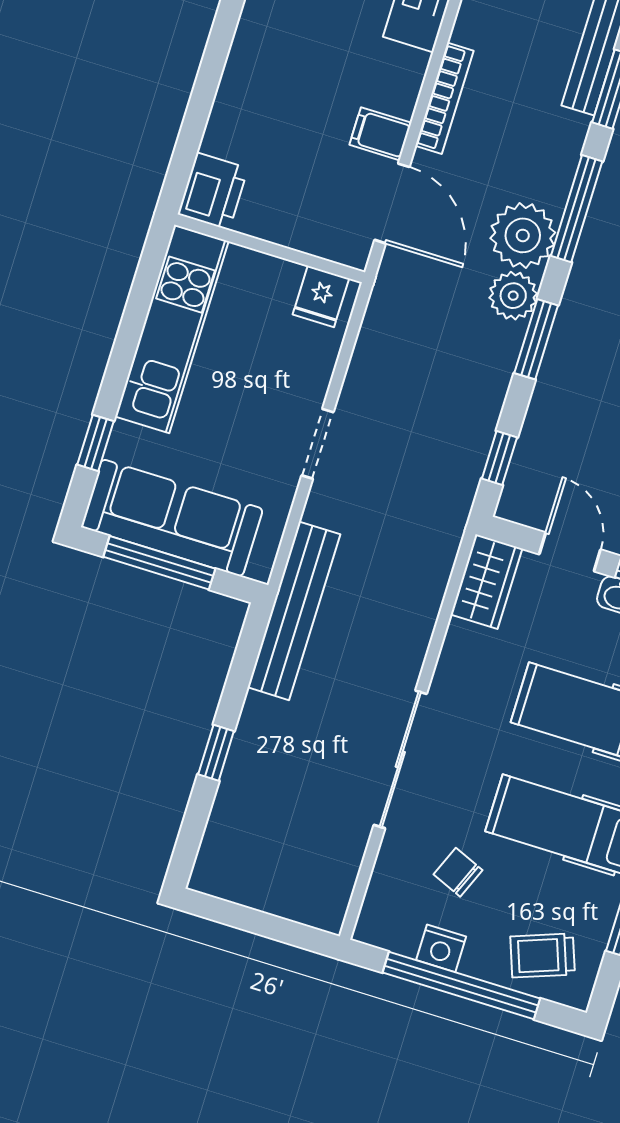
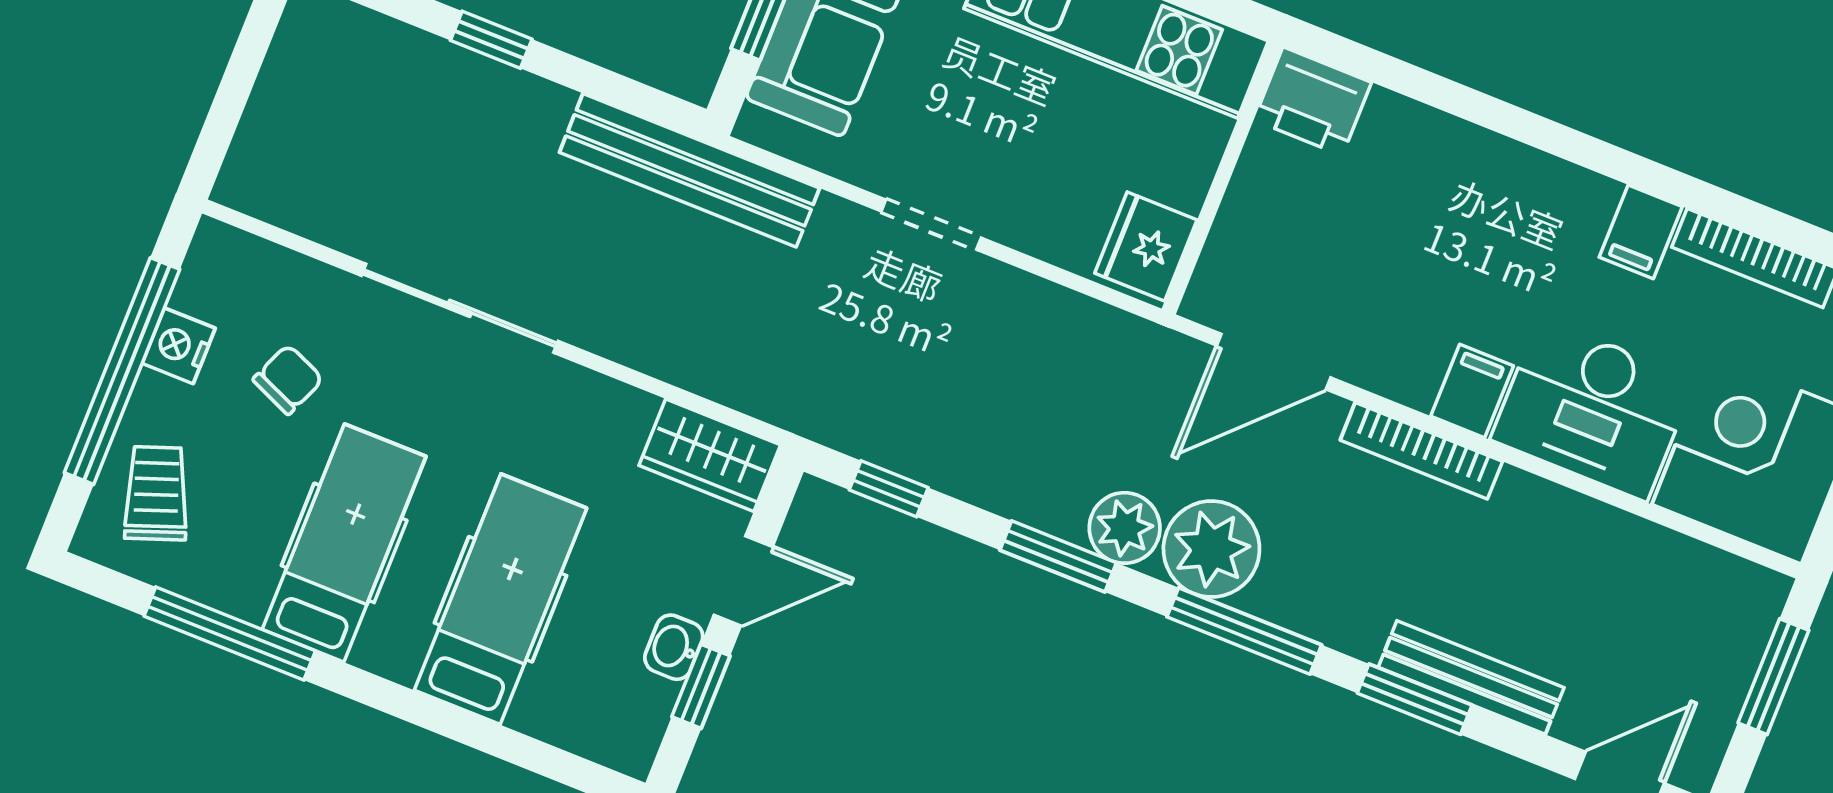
filing cabinet: (380, 134) -> (1472, 391), moved
fridge: (321, 297) -> (1146, 247), width x1.38

